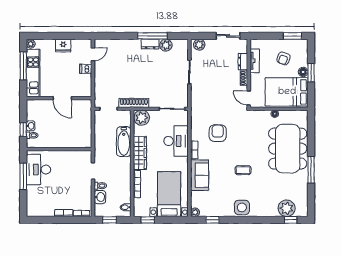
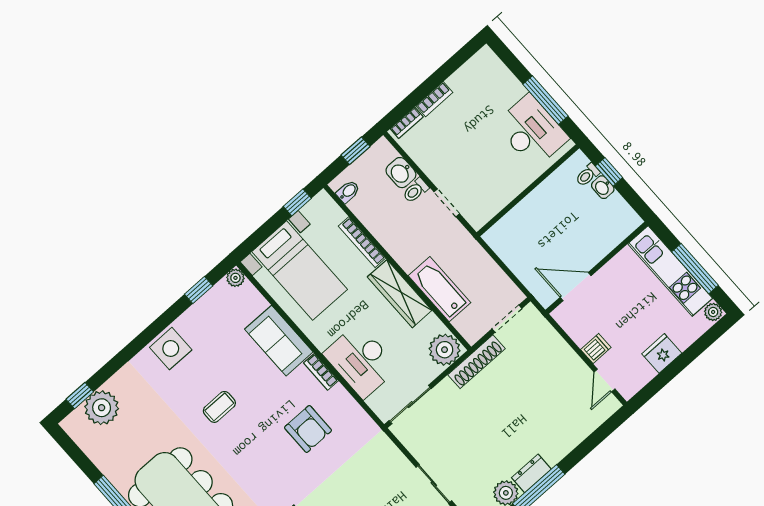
door: (62, 98) -> (576, 287), moved

